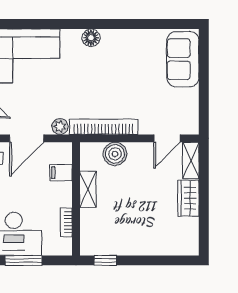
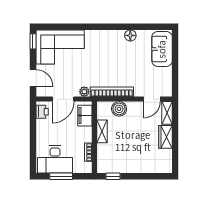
floor lamp: (91, 38) -> (130, 35), moved
filing cabinet: (61, 173) -> (85, 116), width x2.00

